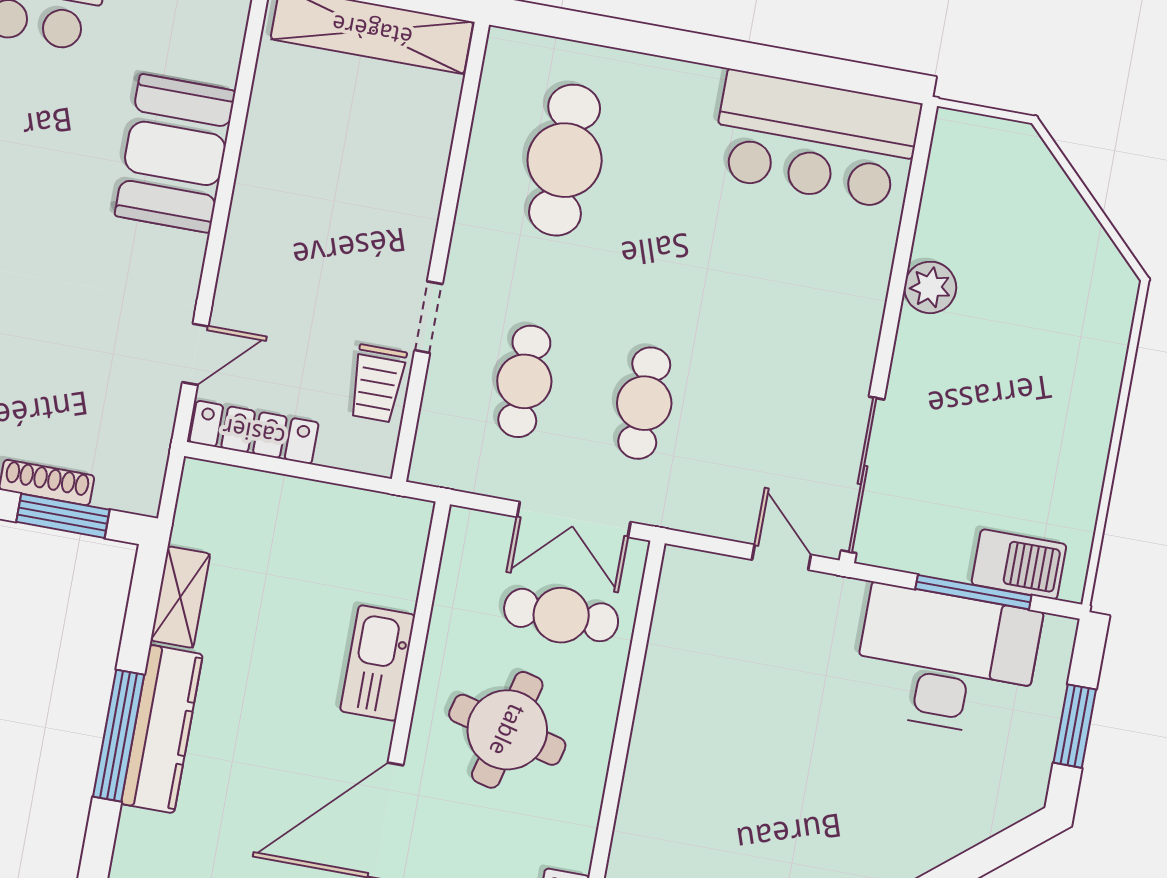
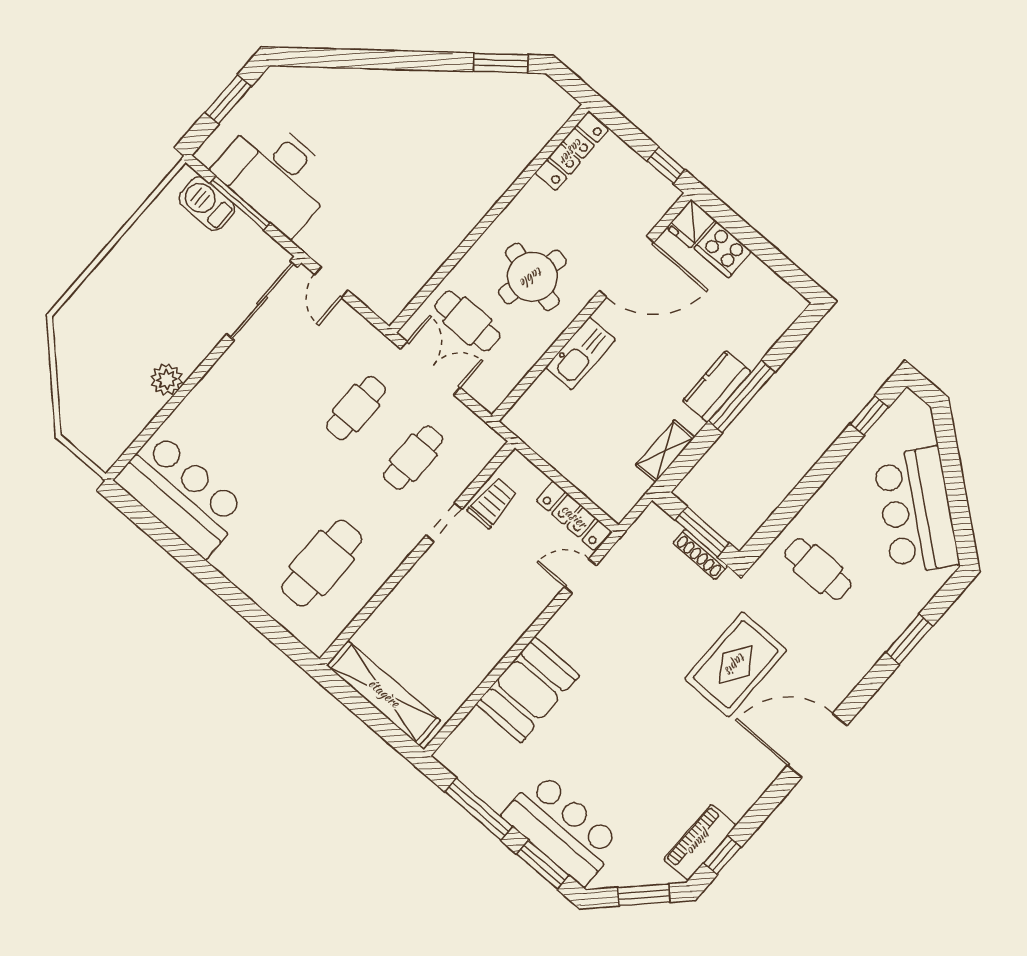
kitchen counter: (162, 729) -> (717, 386), width x0.67

